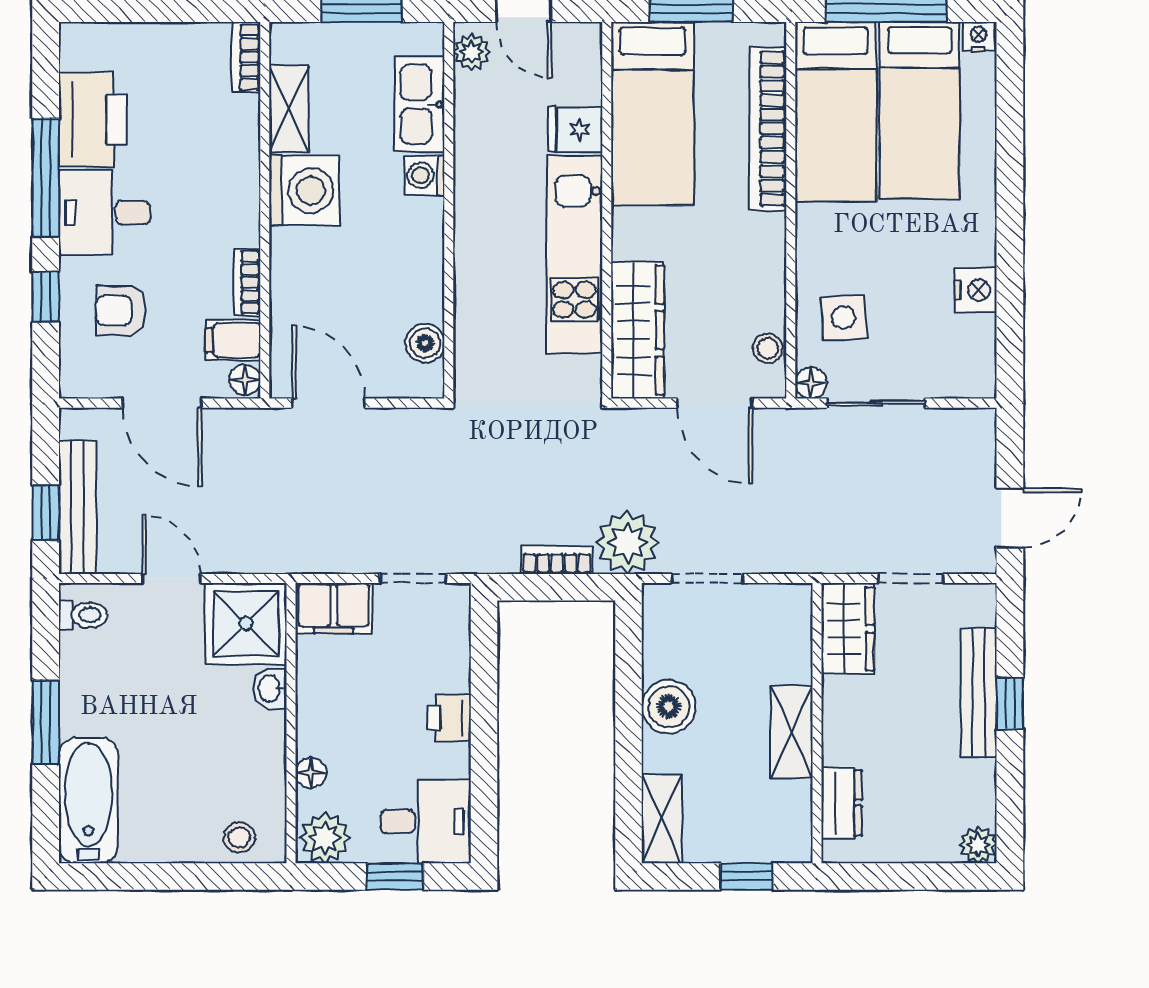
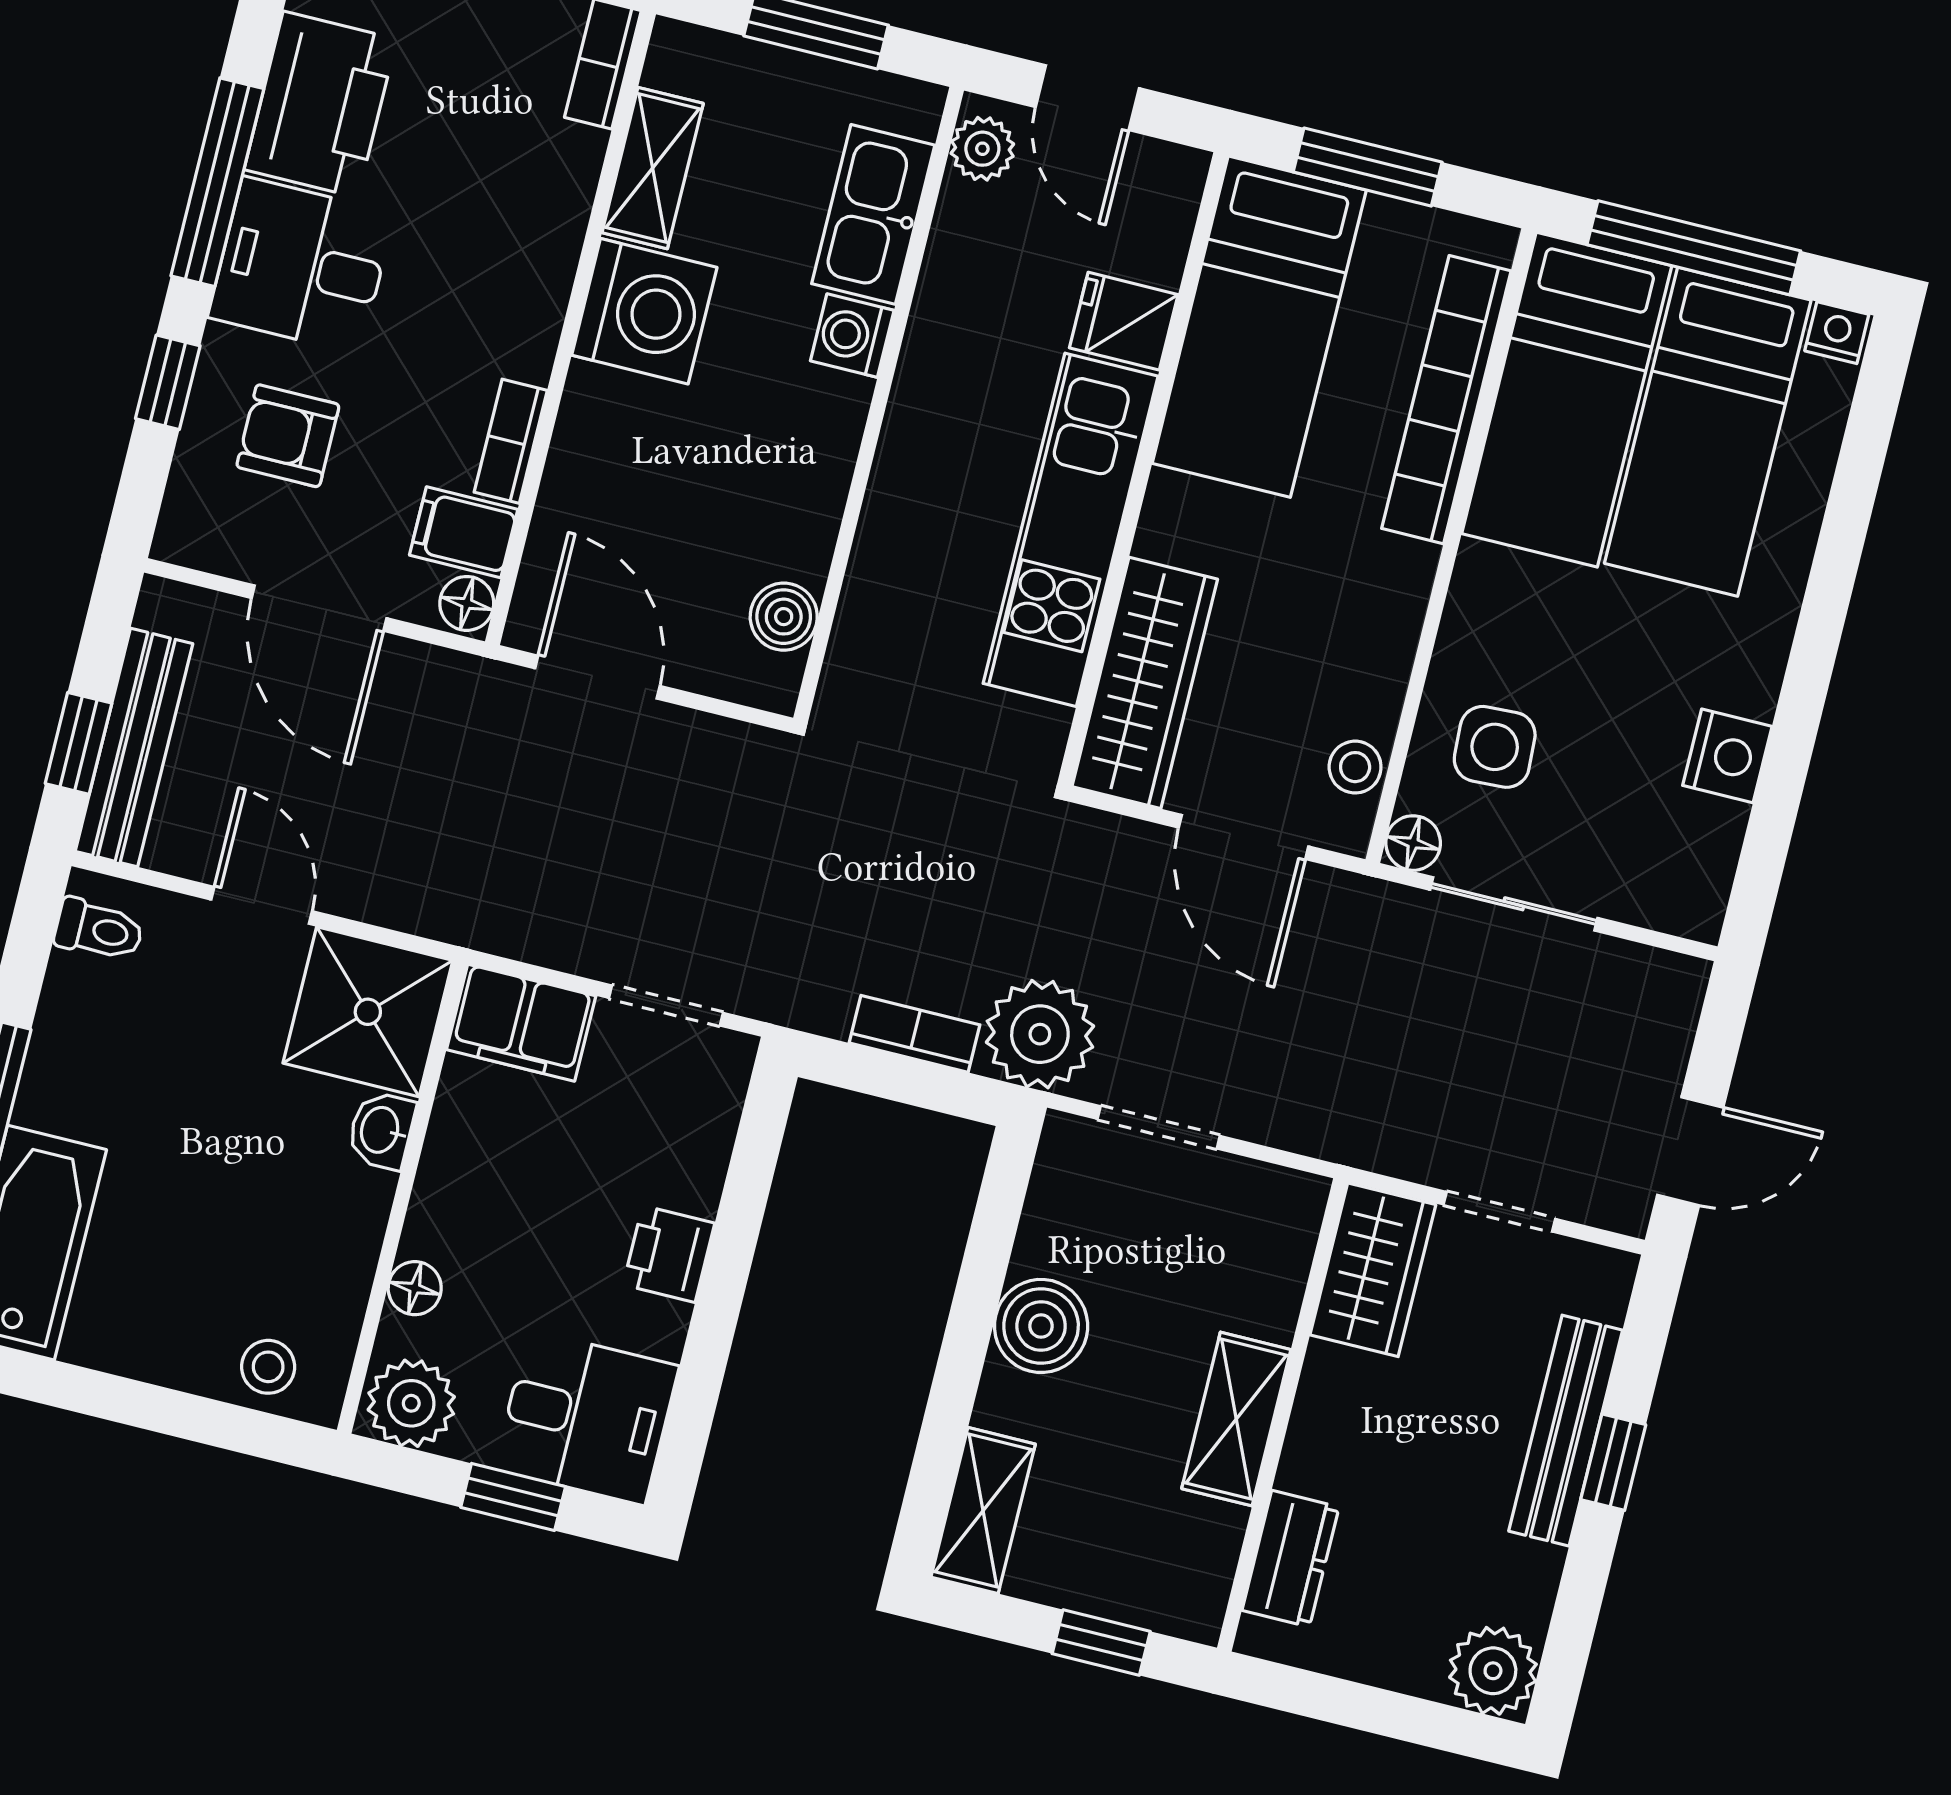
plant: (978, 845) -> (1493, 1671), width x1.38, depth x1.38

